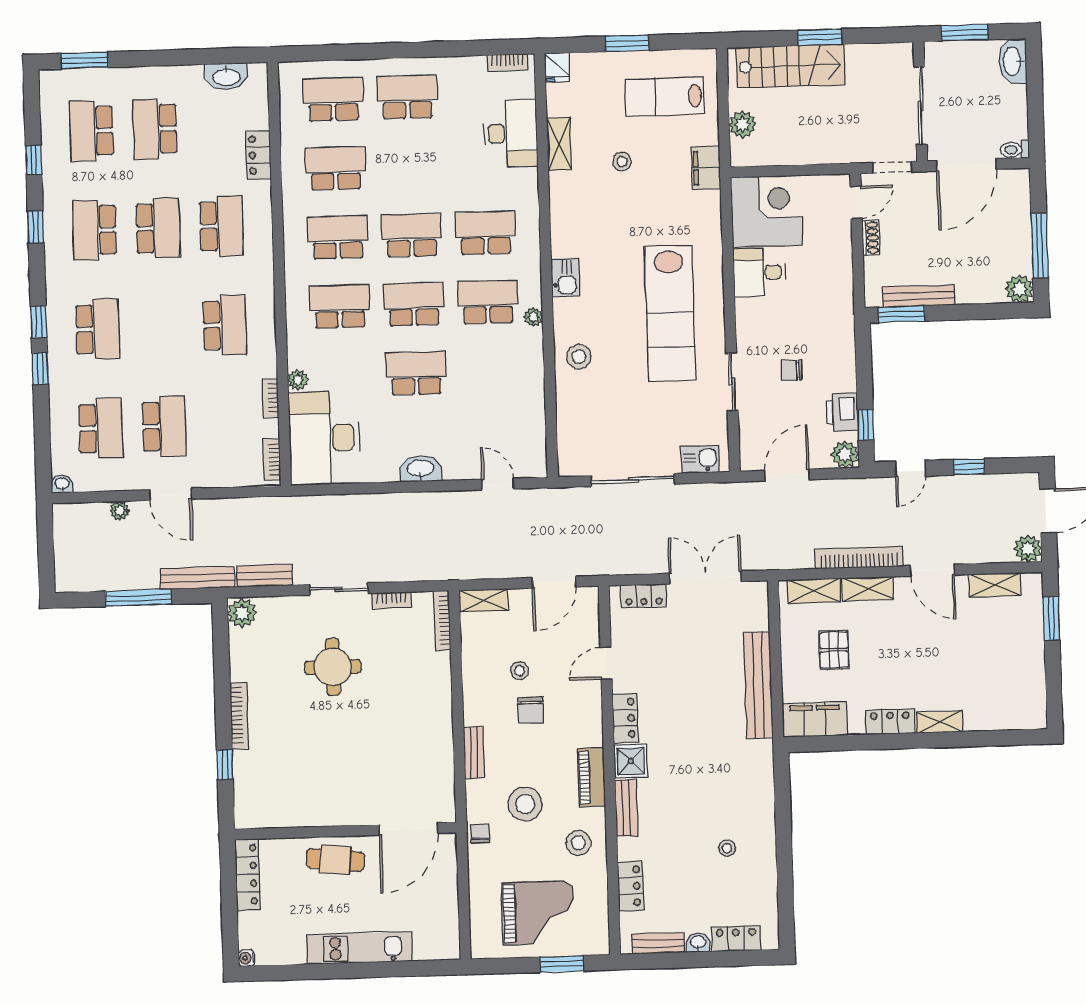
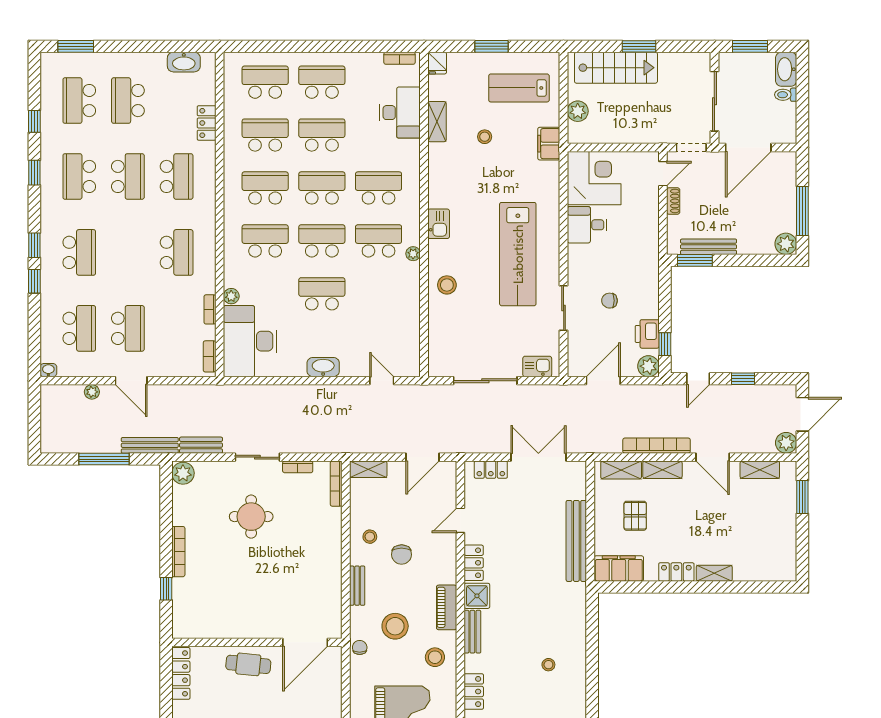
toilet: (1015, 150) -> (786, 95), moved
school desk: (409, 166) -> (322, 135), added
stool: (519, 671) -> (370, 537), moved

